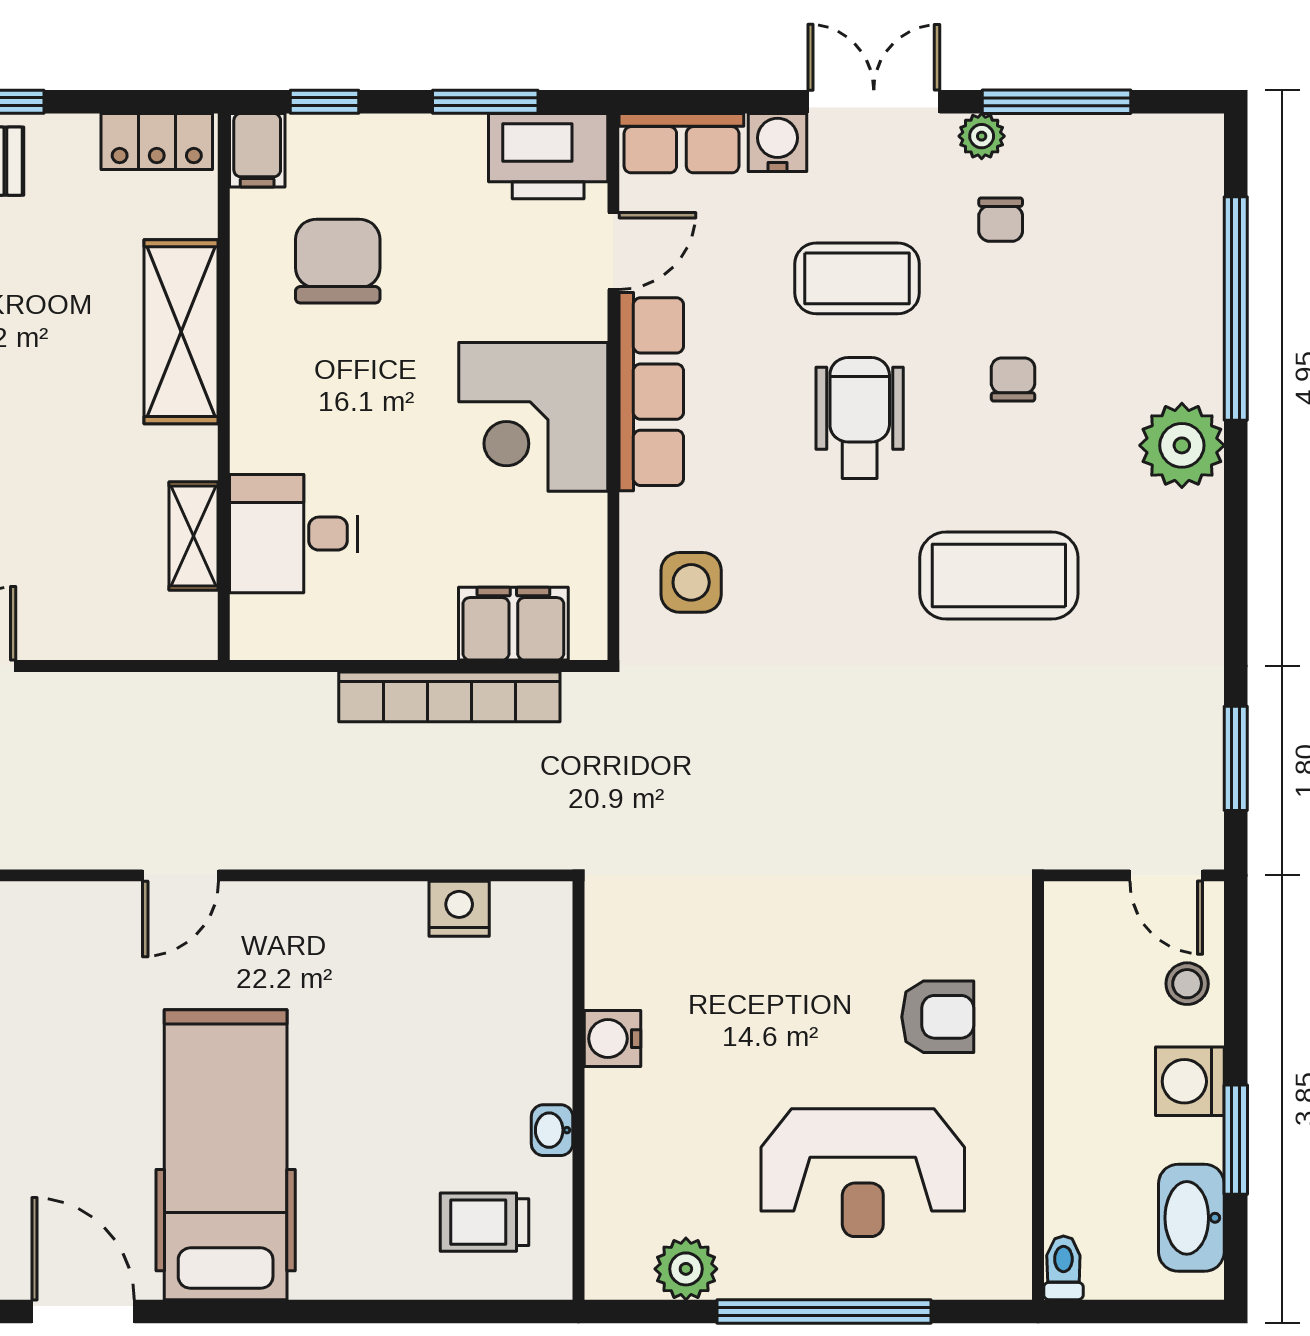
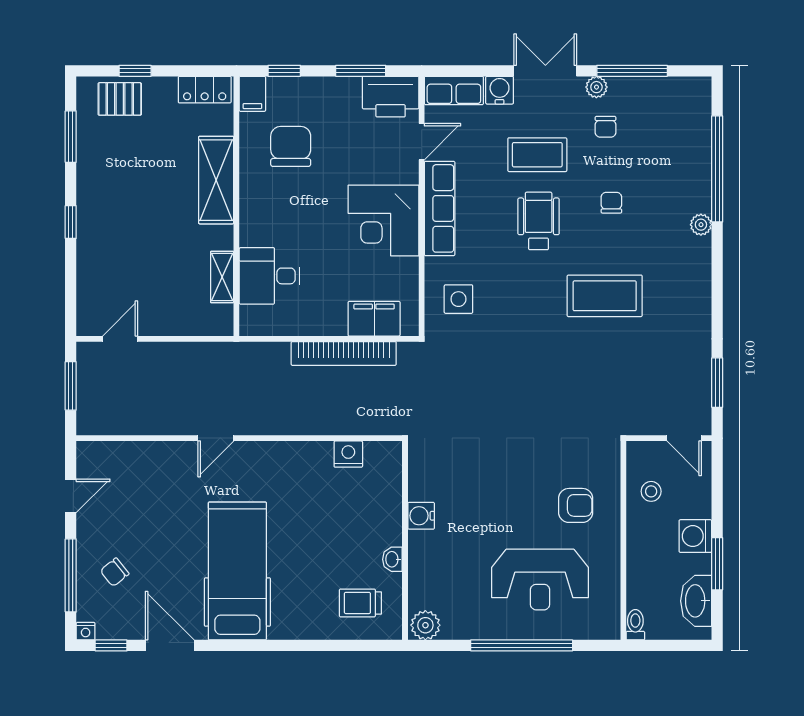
plant: (1182, 445) -> (701, 225), width x0.53, depth x0.53
stool: (1187, 984) -> (651, 491), moved
plant: (686, 1269) -> (425, 625), moved

